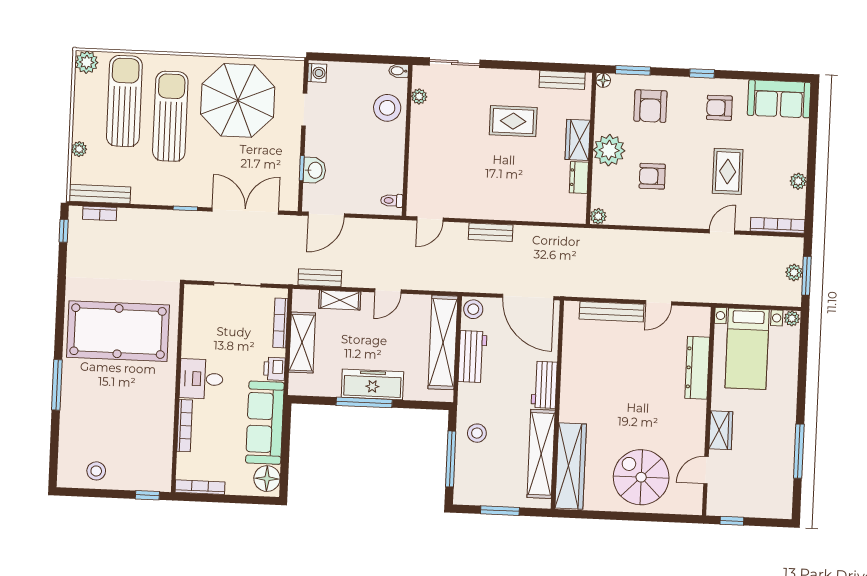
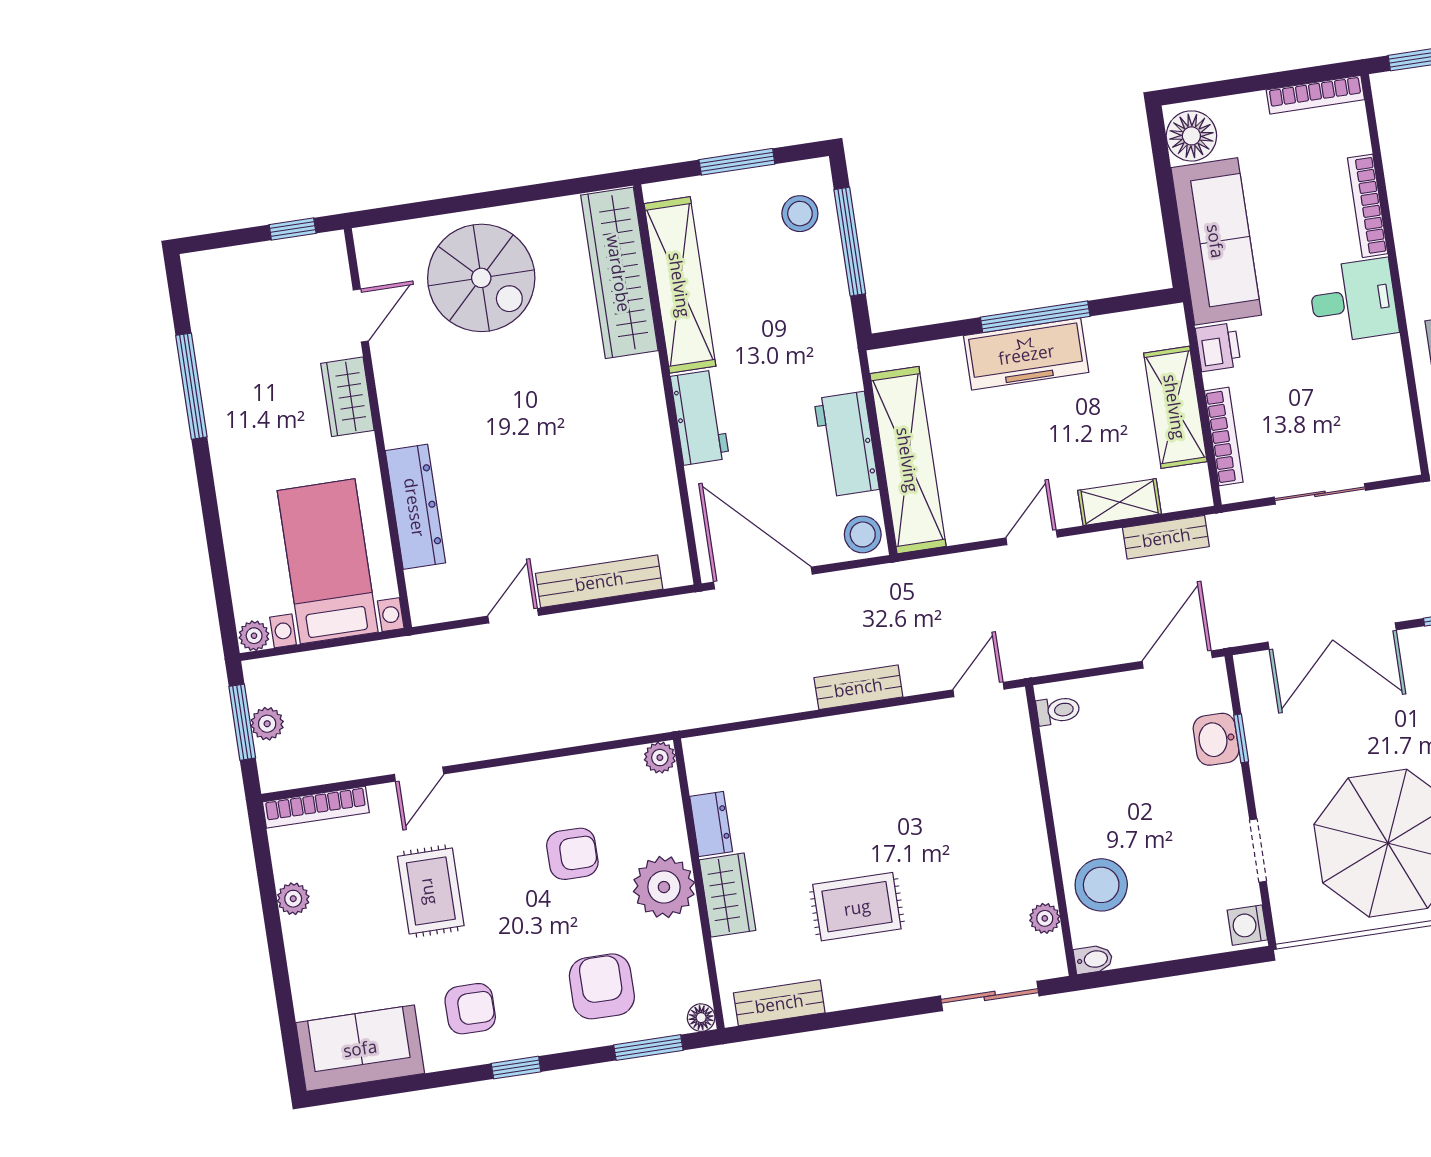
stool: (477, 433) -> (800, 214), moved

